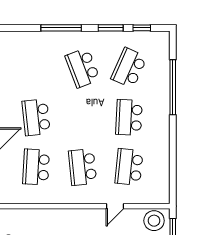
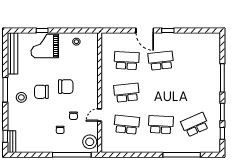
school desk: (83, 68) -> (195, 93), removed
school desk: (129, 68) -> (195, 125), turned -48
door: (115, 206) -> (100, 115), hinge flipped

